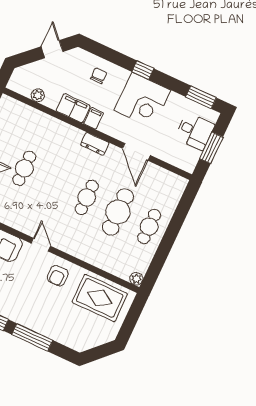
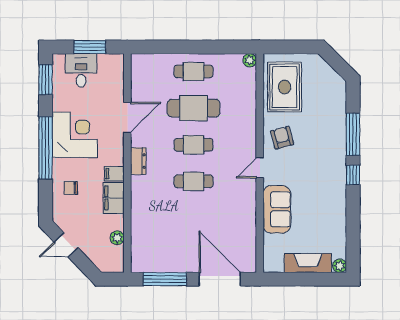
window: (143, 70) -> (46, 148), width x3.17
cafe table: (24, 168) -> (194, 181), moved
armchair: (58, 276) -> (282, 138), turned -105

